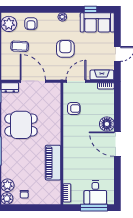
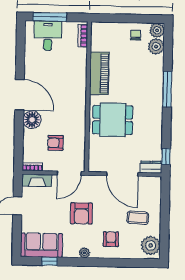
armchair: (31, 24) -> (111, 239), moved
armchair: (74, 109) -> (56, 143), moved
dining table: (21, 125) -> (113, 120), moved

